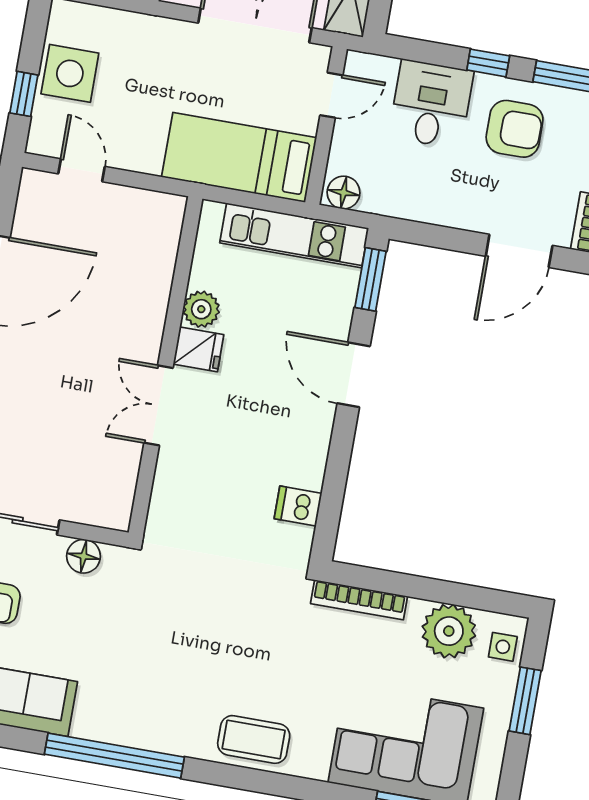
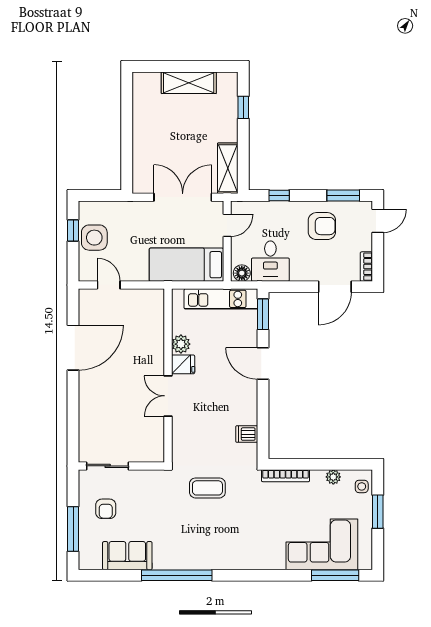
window: (488, 63) -> (279, 195), moved
window: (24, 94) -> (73, 231), moved
desk: (431, 104) -> (270, 261), moved, turned 180
floor lamp: (84, 556) -> (144, 478), removed
plant: (449, 631) -> (333, 477), width x0.53, depth x0.53
coffee table: (254, 739) -> (207, 488), moved

